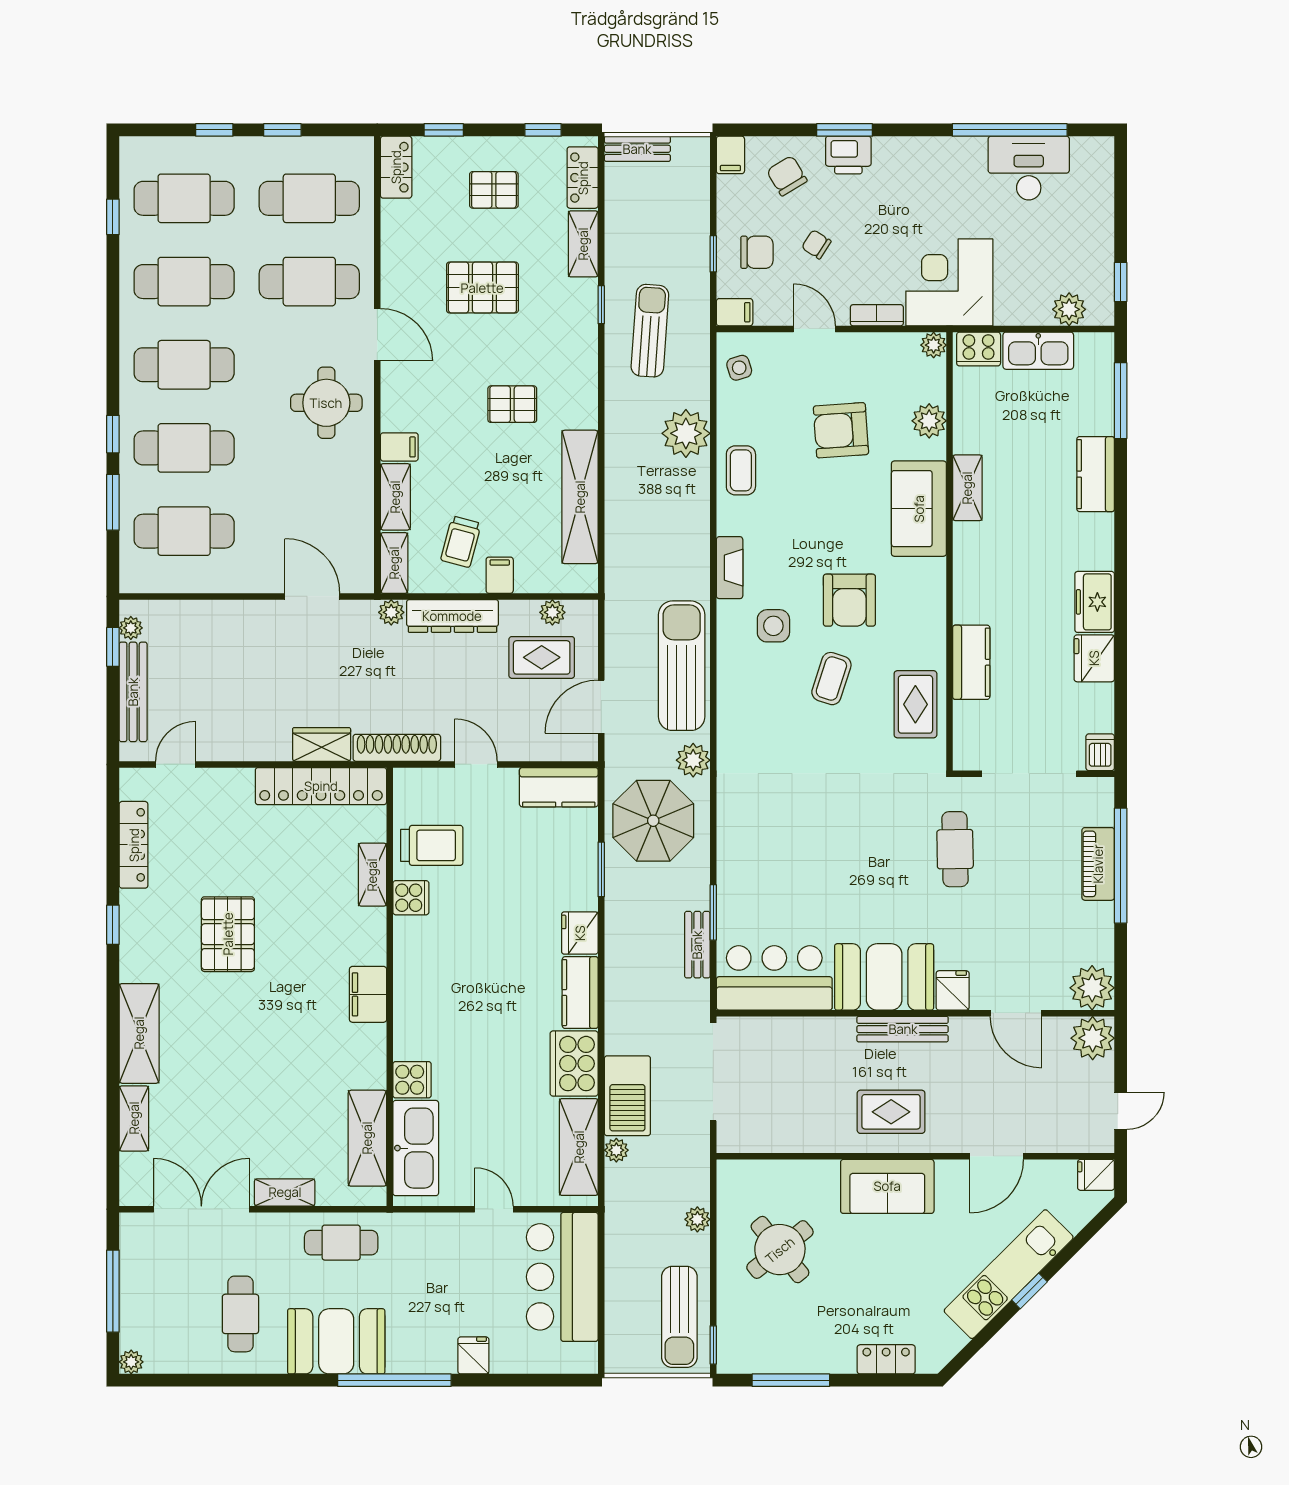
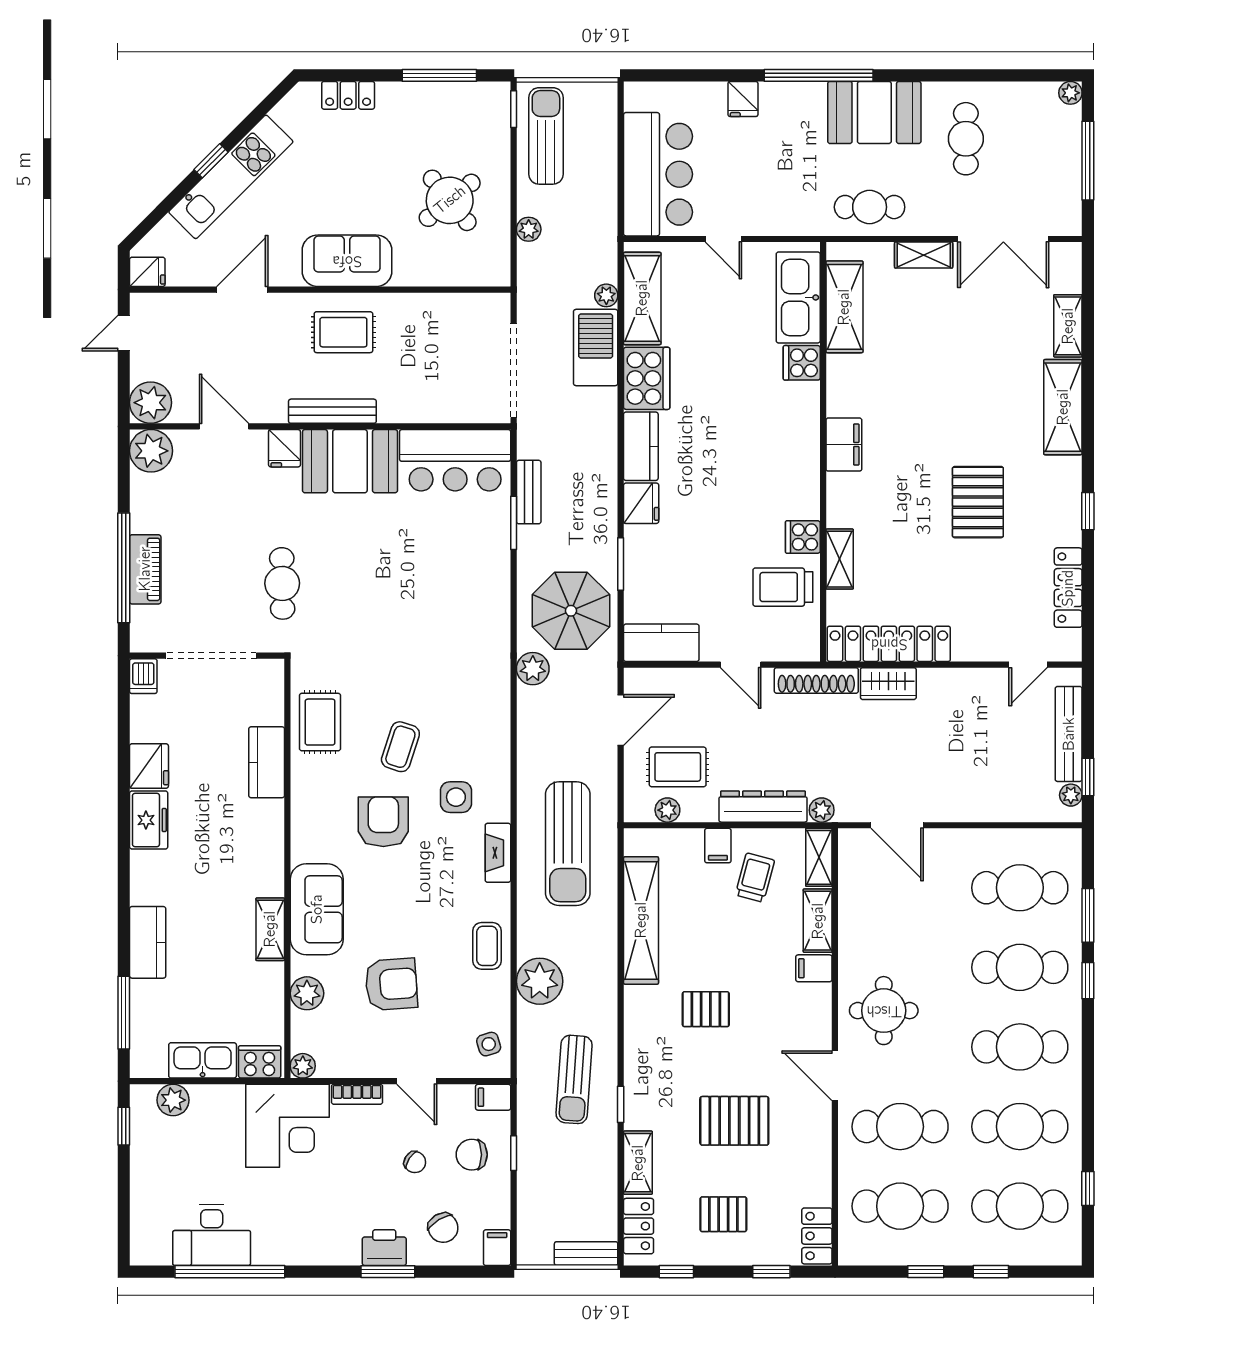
sun lounger: (682, 666) -> (568, 844), moved

